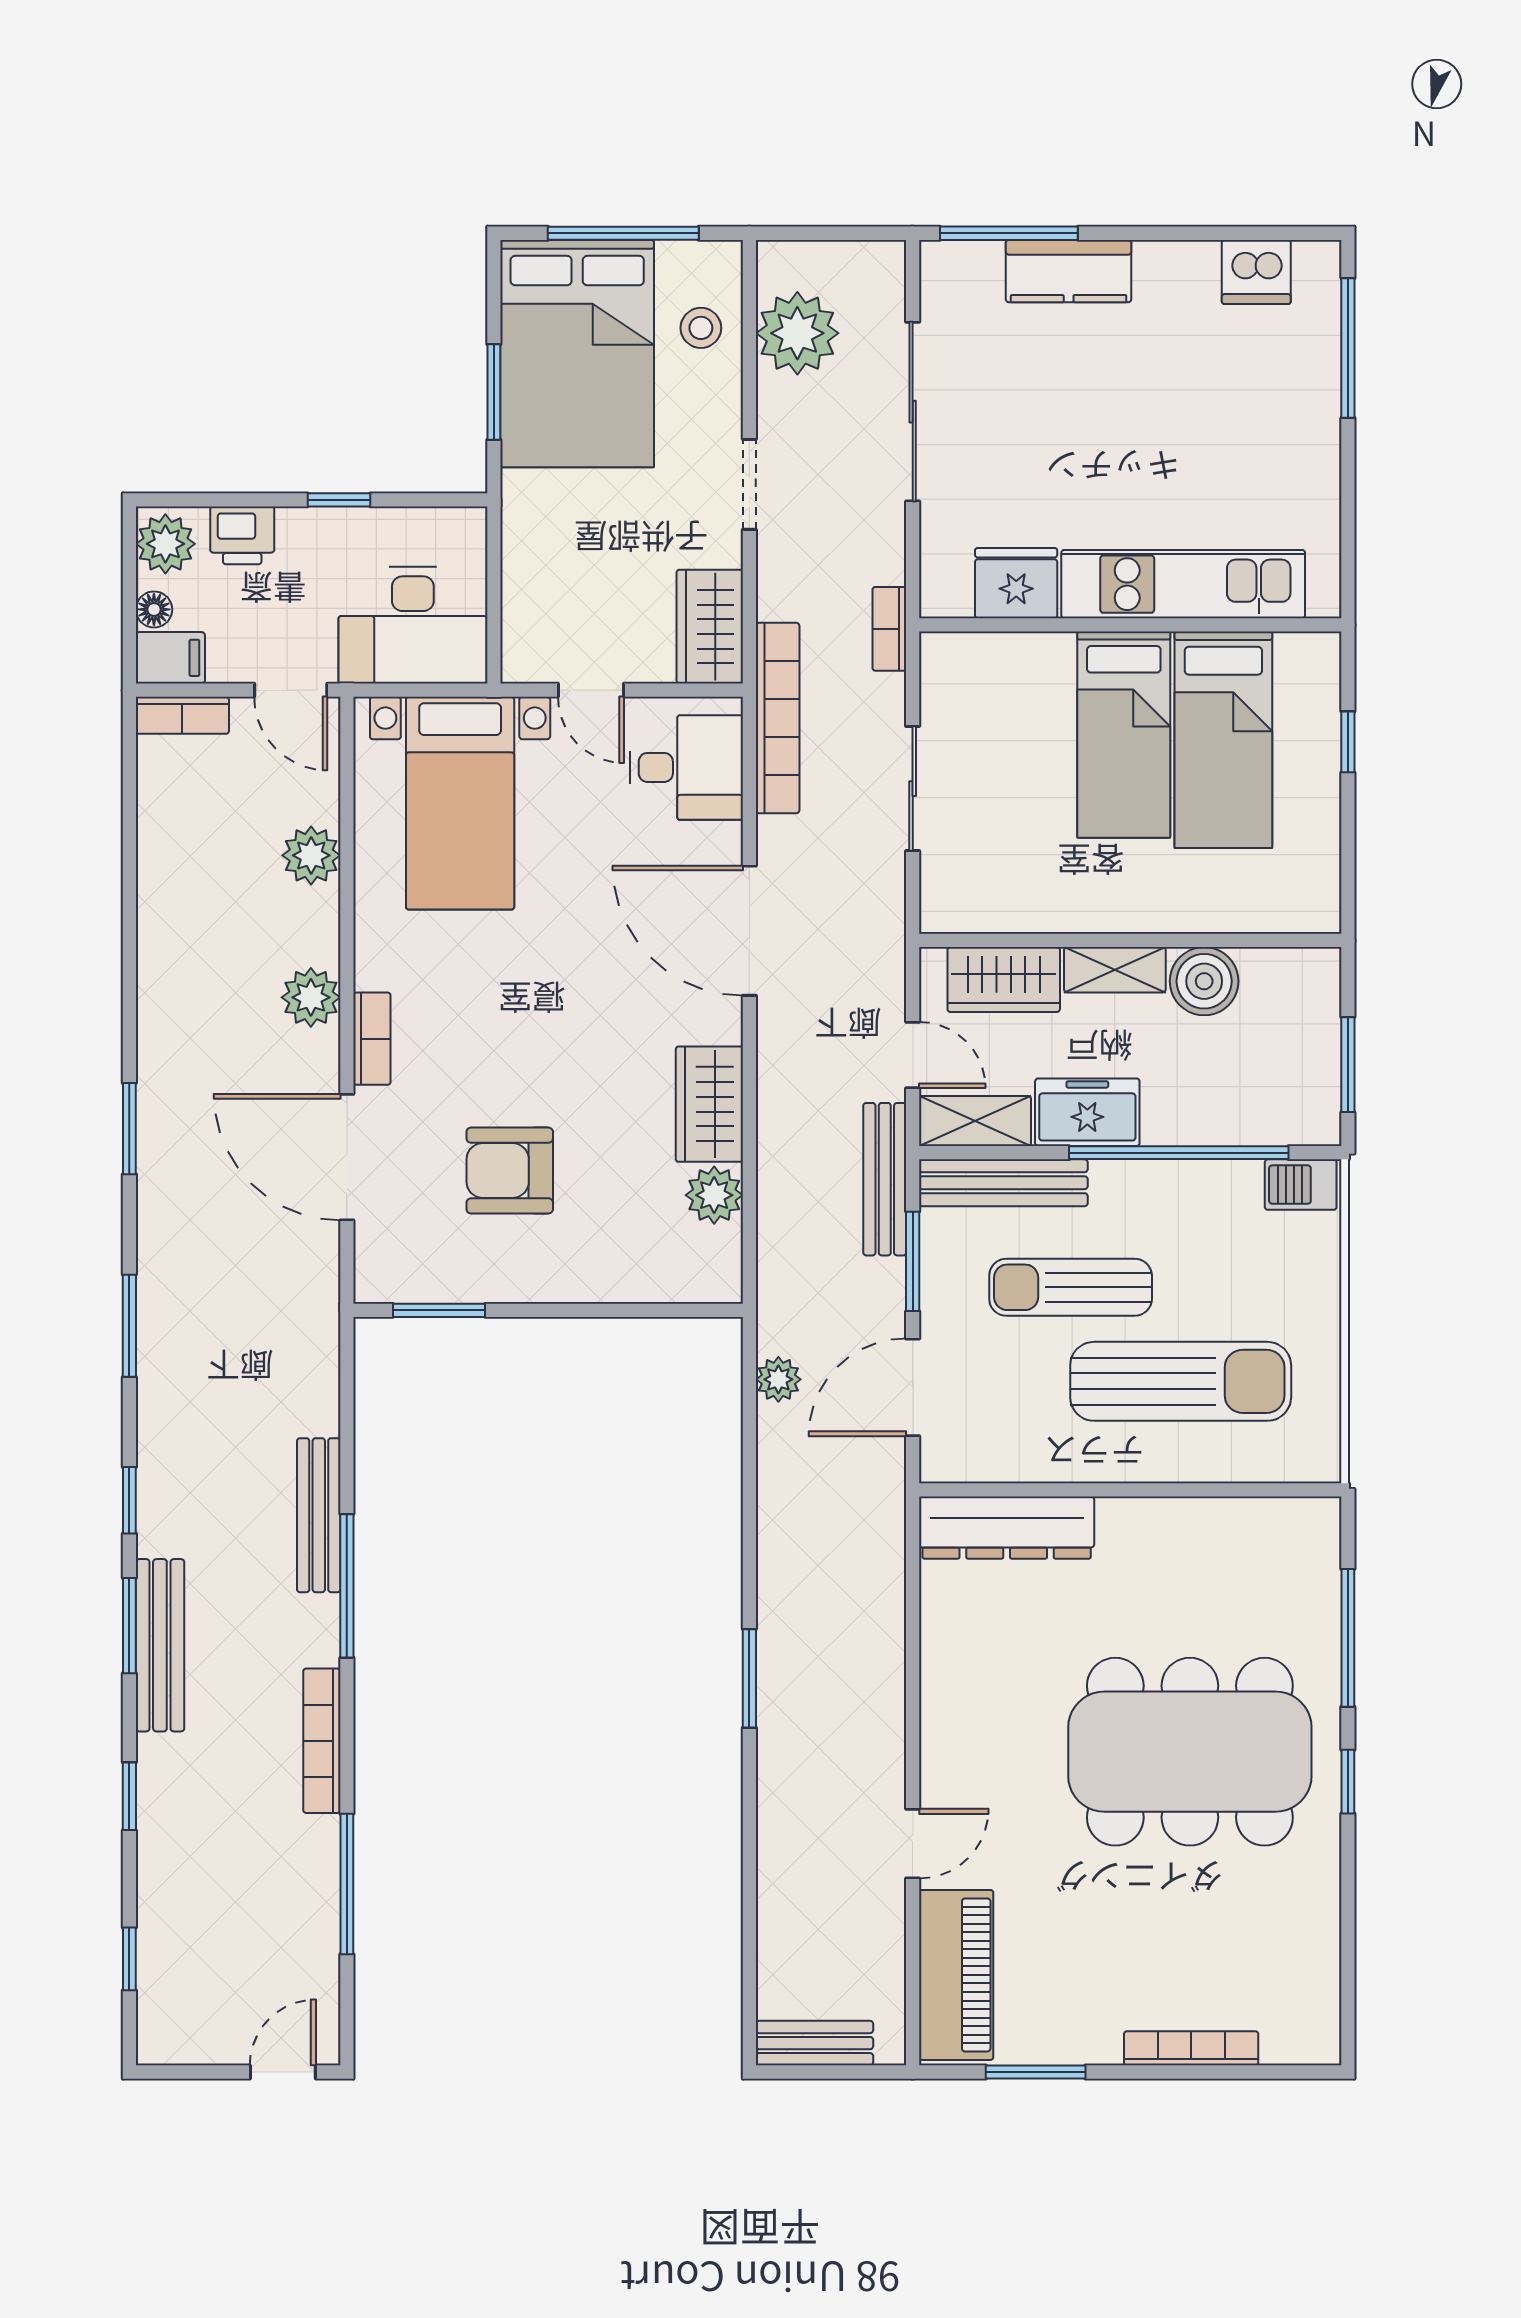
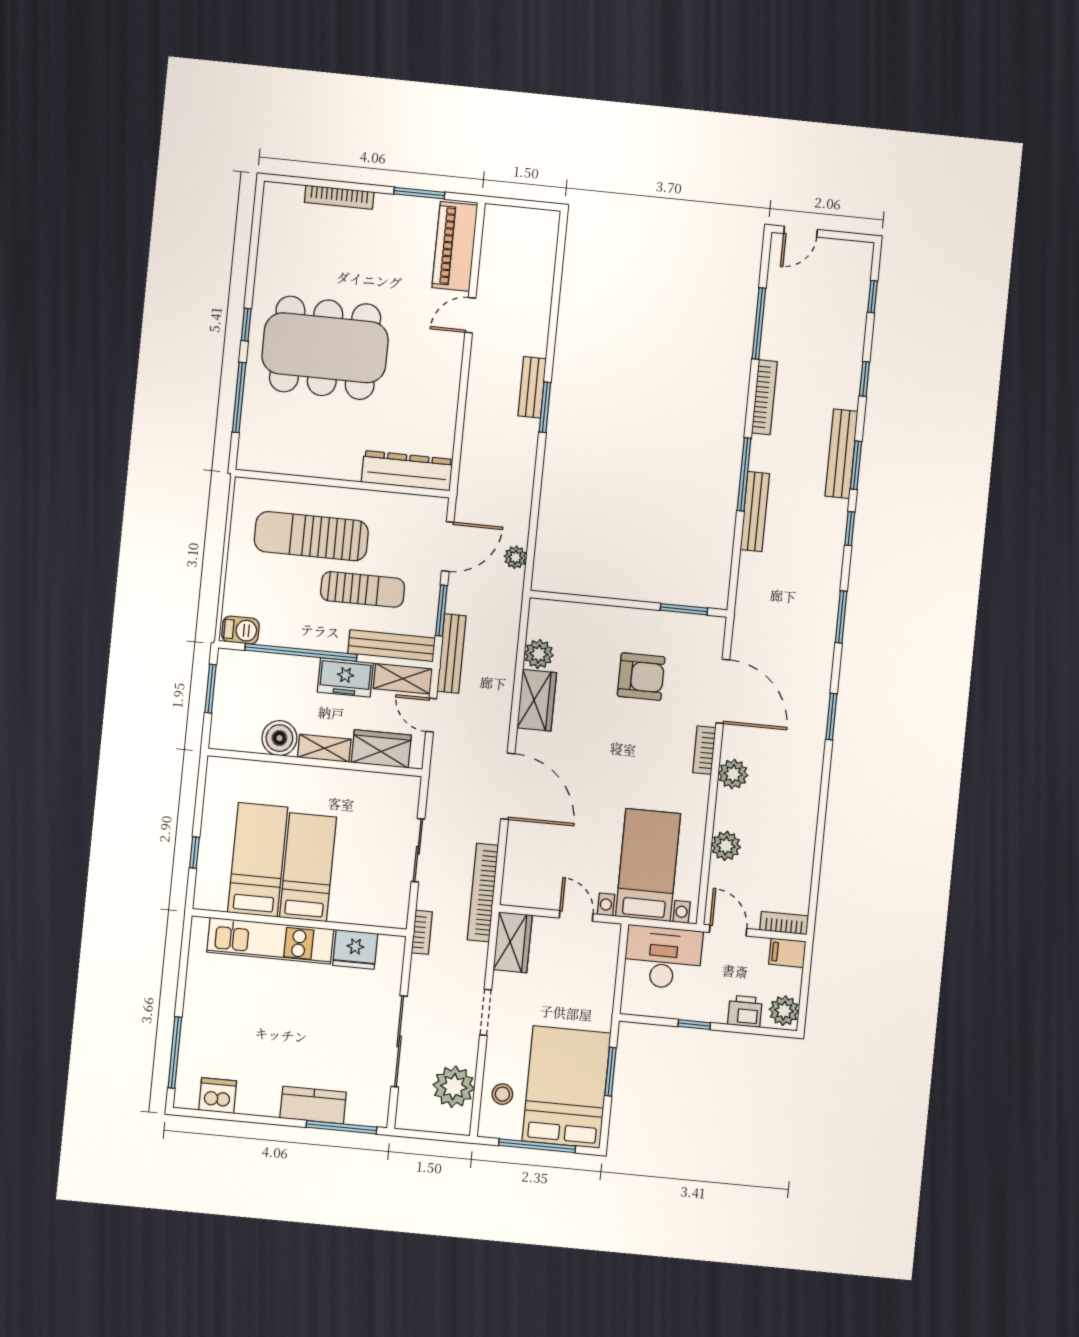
floor lamp: (154, 609) -> (793, 978), removed
desk: (686, 767) -> (532, 872), removed
bench: (815, 2043) -> (532, 387), moved, turned 90

